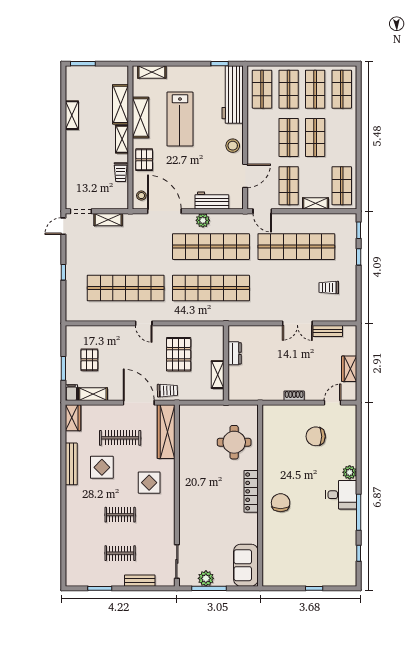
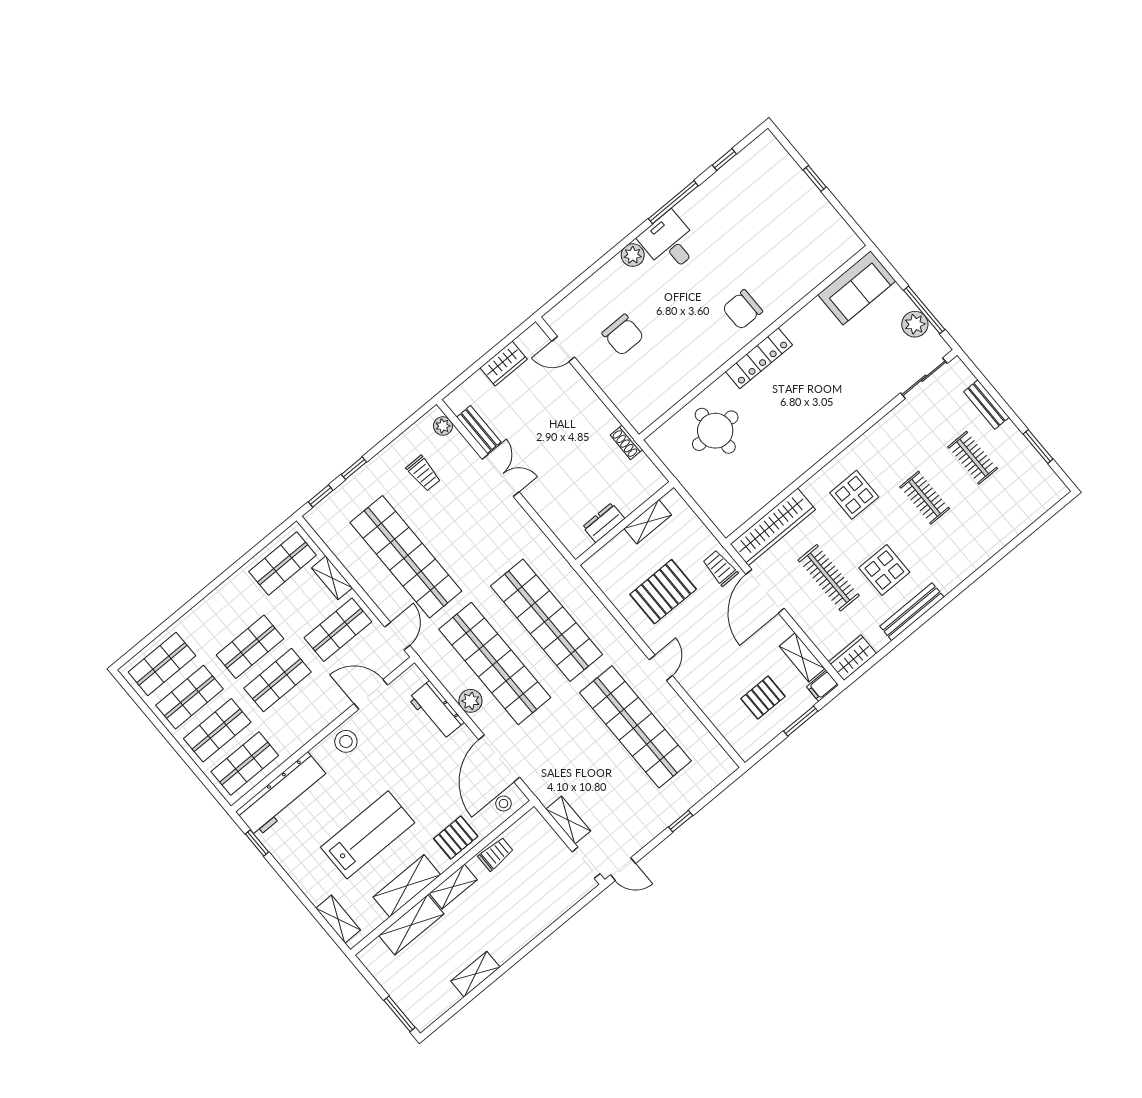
plant: (343, 316) -> (443, 426), added
shoe rack: (294, 396) -> (626, 442), moved

